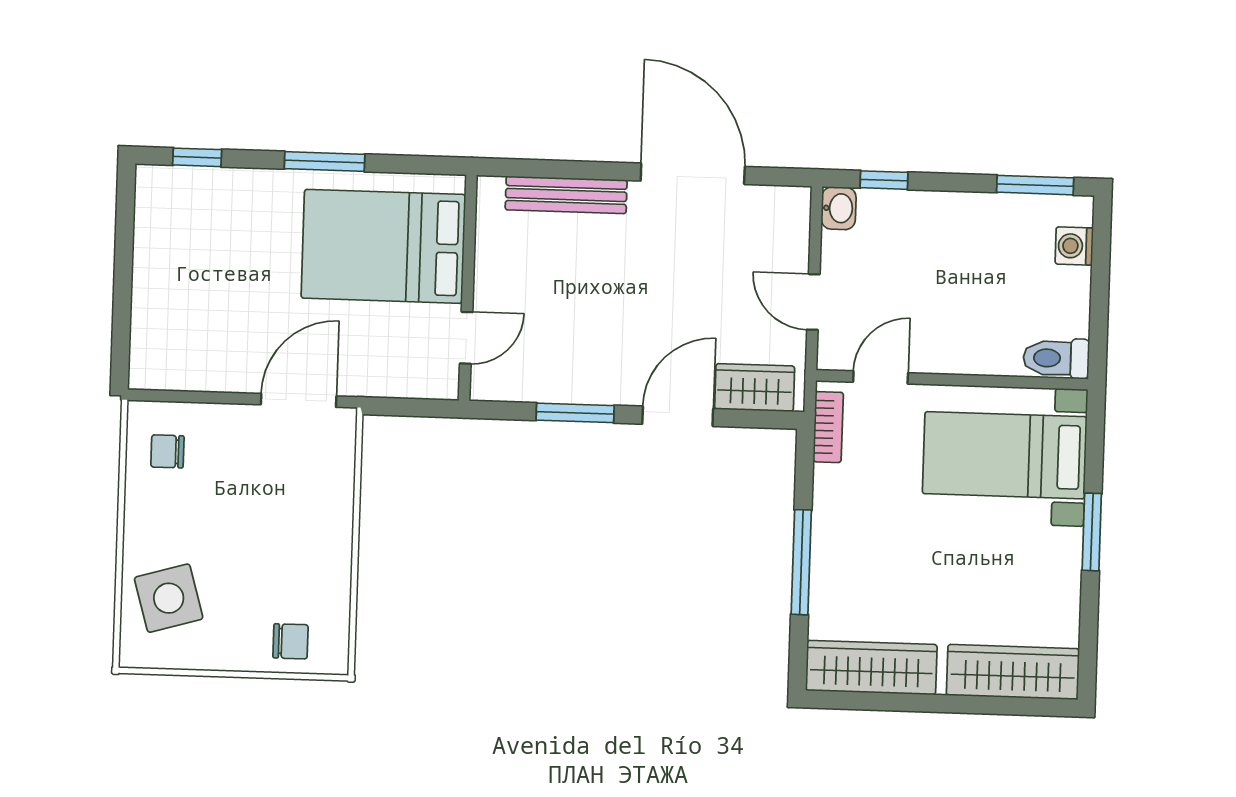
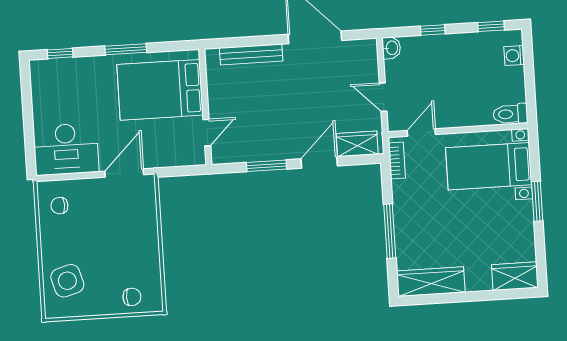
window: (884, 180) -> (433, 30), moved
window: (1035, 185) -> (491, 26), width x0.67
desk: (191, 343) -> (66, 149), added
wardrobe: (1013, 672) -> (515, 276), width x0.67

